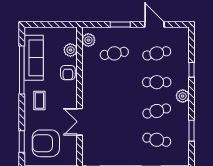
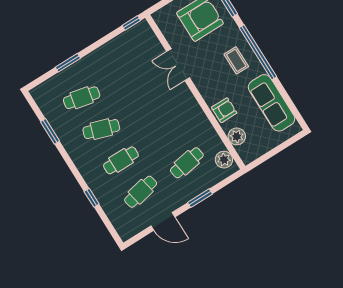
window: (22, 70) -> (258, 52), moved
armchair: (68, 73) -> (224, 110), turned 90
plant: (183, 96) -> (83, 163), removed
cafe table: (157, 111) -> (101, 129), turned 33
double door: (79, 122) -> (178, 65), swing flipped

